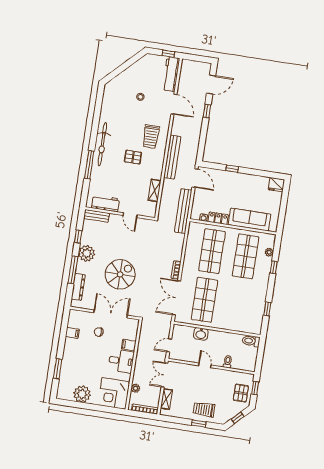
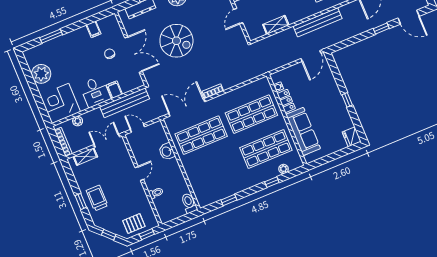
window: (232, 169) -> (347, 100), moved
bench: (183, 211) -> (125, 103), moved

